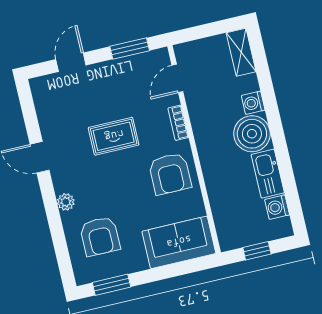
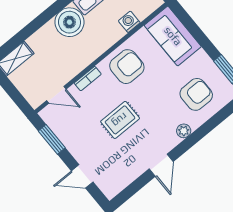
washing machine: (253, 103) -> (129, 22), moved, turned 180
rug: (114, 136) -> (120, 120), turned 90

